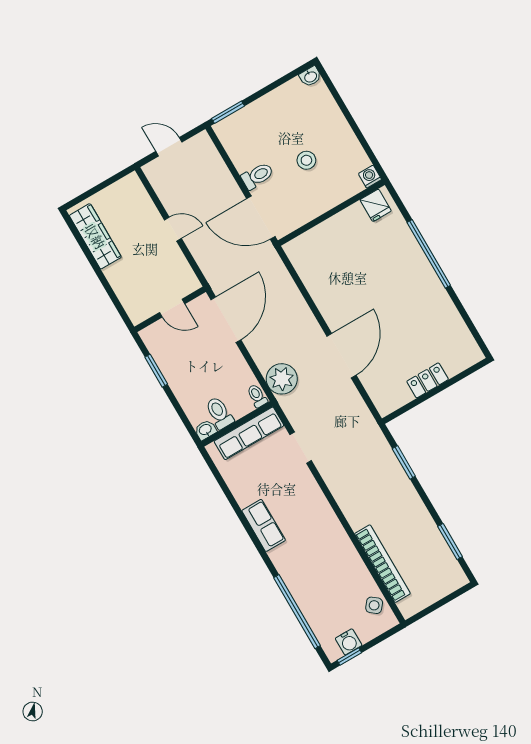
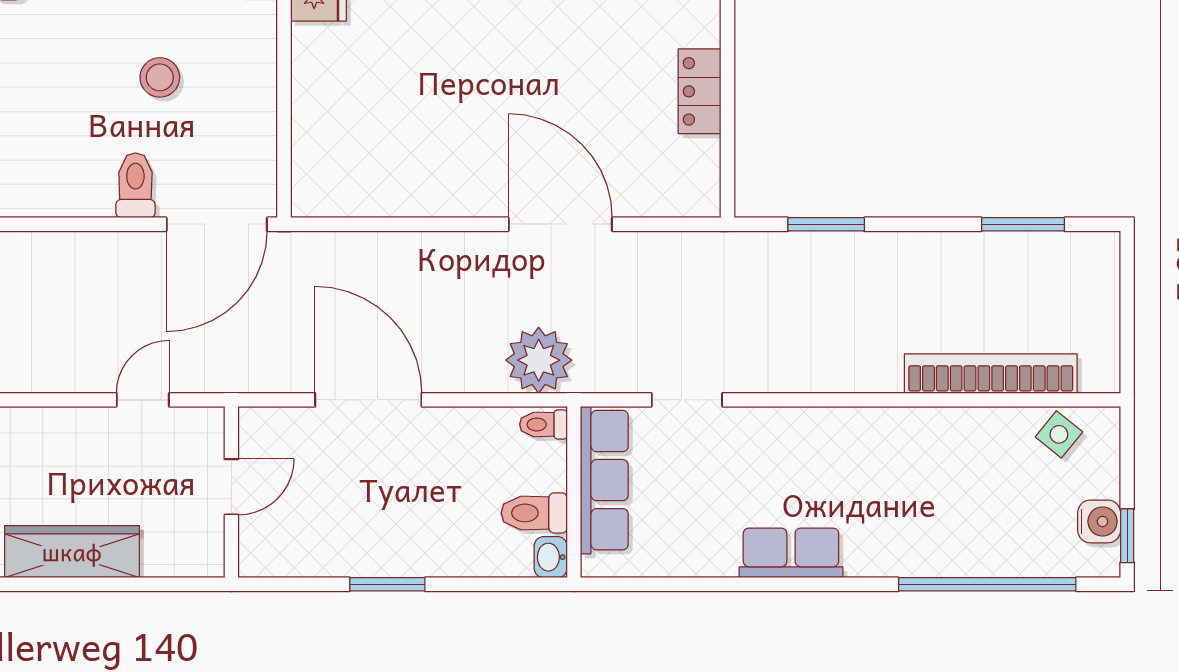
door: (172, 308) -> (231, 487), moved
wall: (170, 309) -> (231, 492), moved

